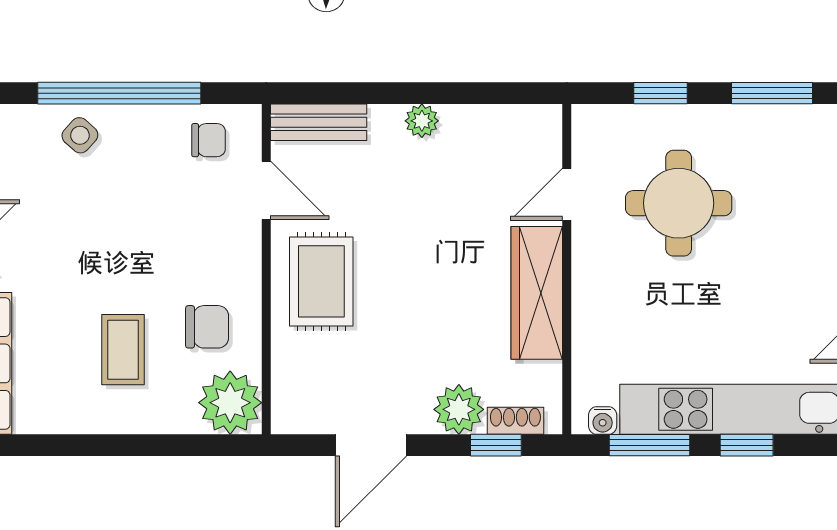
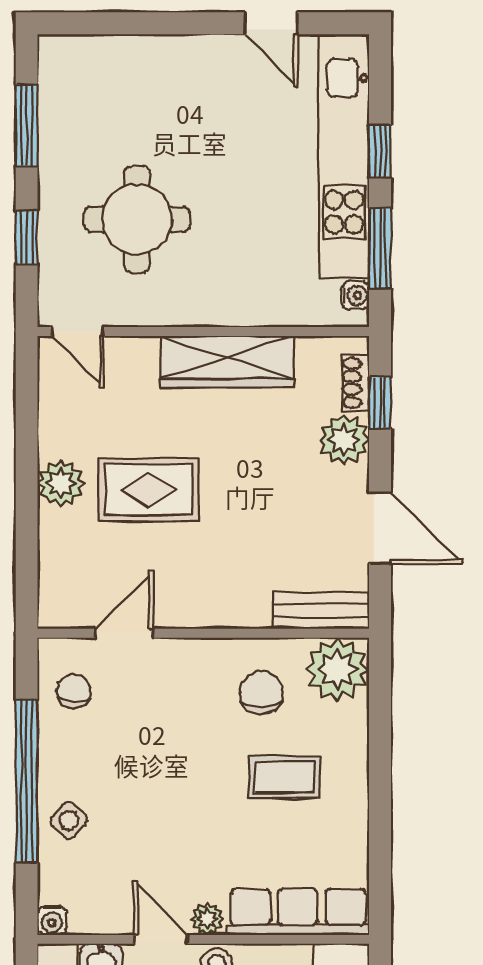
plant: (422, 121) -> (61, 483), width x1.38, depth x1.38
bench: (319, 122) -> (321, 611), moved, turned 90
door: (567, 194) -> (78, 331), moved
rug: (321, 281) -> (148, 490), moved

